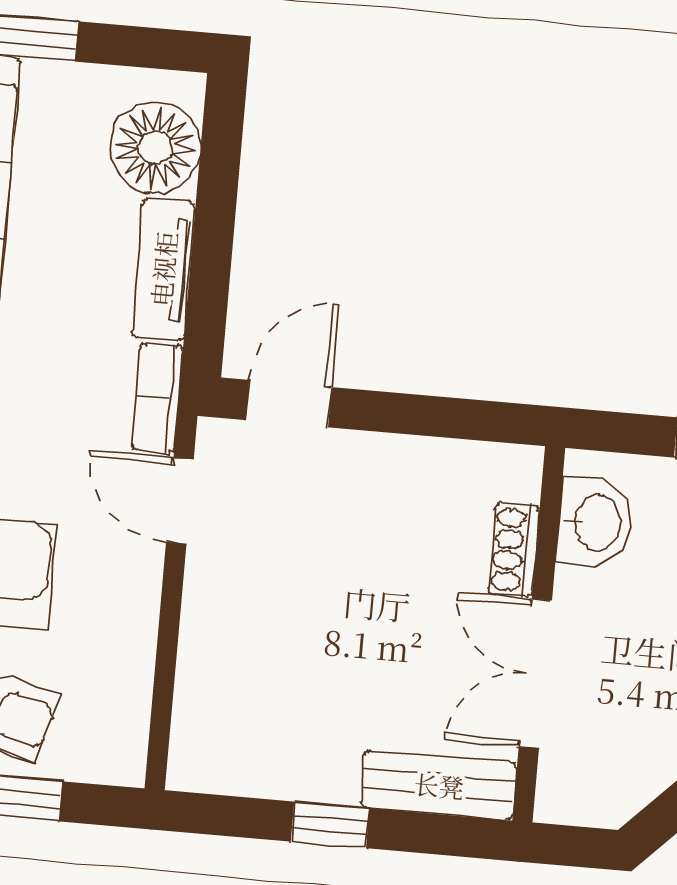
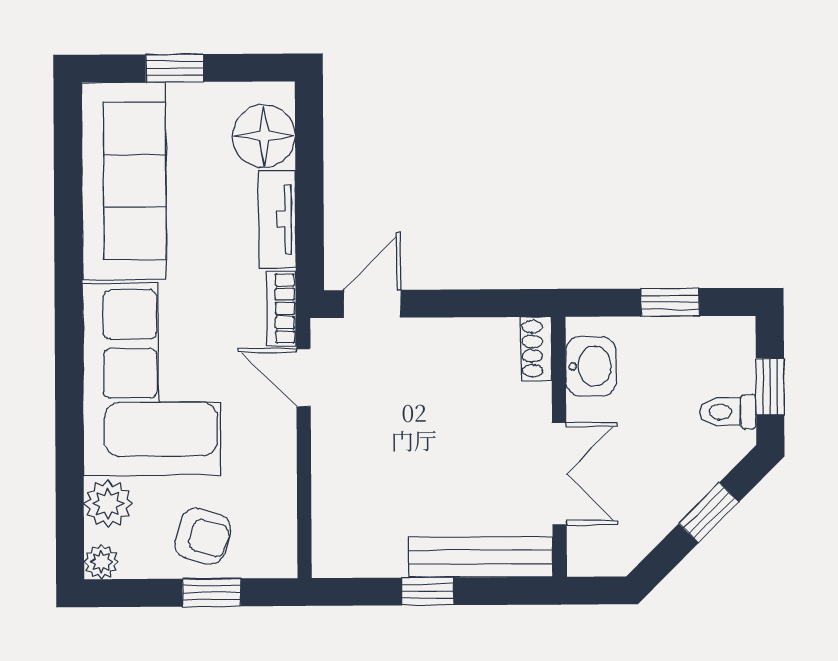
shoe rack: (514, 550) -> (536, 349), moved
double door: (535, 673) -> (559, 474), swing flipped
bench: (439, 785) -> (481, 557), width x1.36

